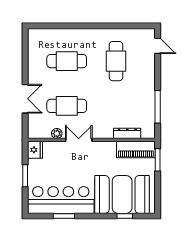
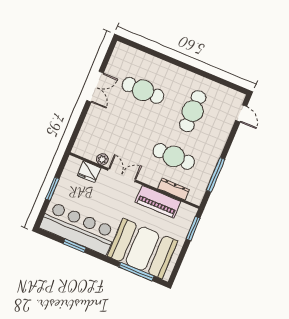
double door: (25, 99) -> (95, 87), moved
cafe table: (67, 106) -> (174, 156), moved
piano: (136, 149) -> (158, 202), moved
fridge: (35, 150) -> (89, 172), moved, turned 90
window: (125, 216) -> (136, 271), width x2.17

